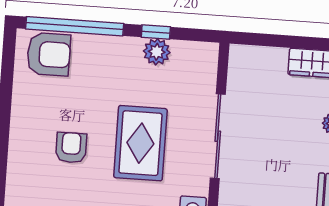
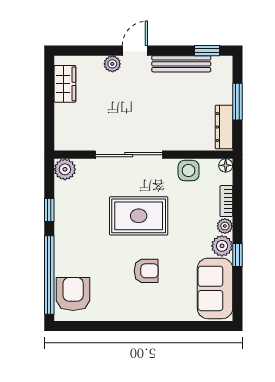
plant: (157, 52) -> (65, 169), moved
armchair: (71, 148) -> (146, 271), turned 180

